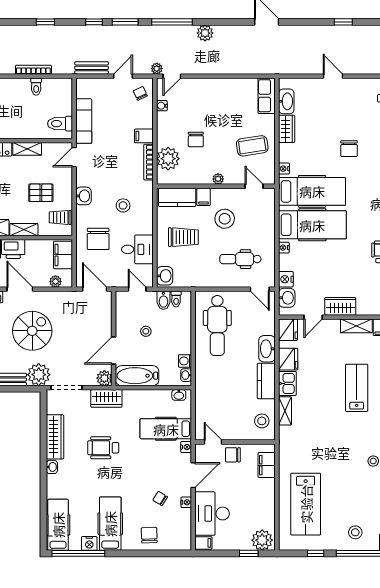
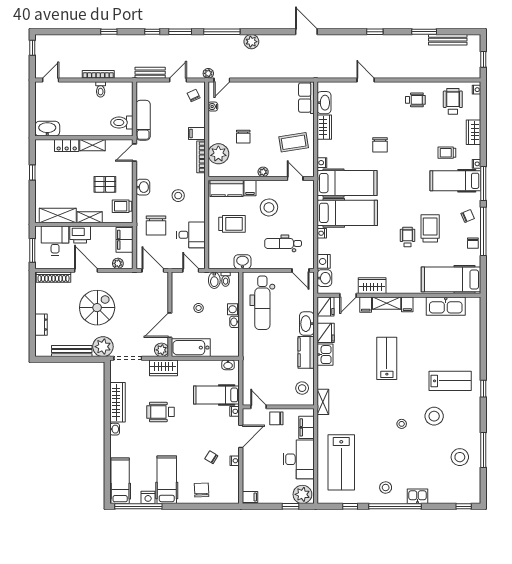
washbasin: (165, 276) -> (242, 262), moved, turned -90
filing cabinet: (333, 328) -> (366, 305), added
washing machine: (185, 361) -> (233, 309), moved
washbasin: (186, 375) -> (234, 322), moved
shelving: (285, 411) -> (323, 402), moved
desk: (212, 514) -> (299, 459), moved, turned 180

